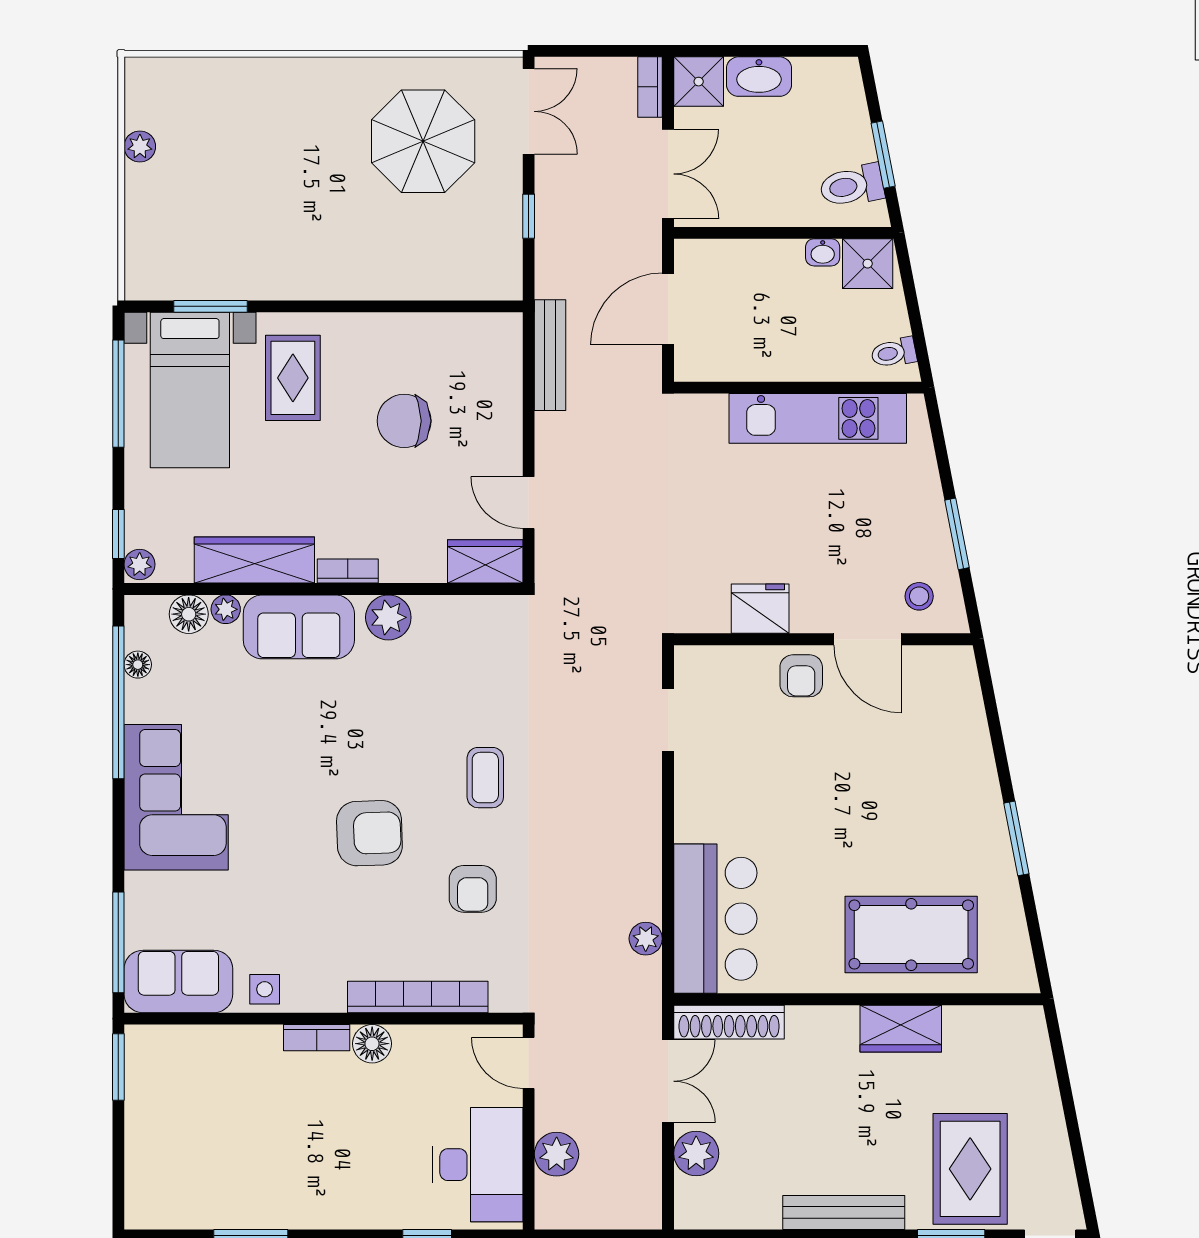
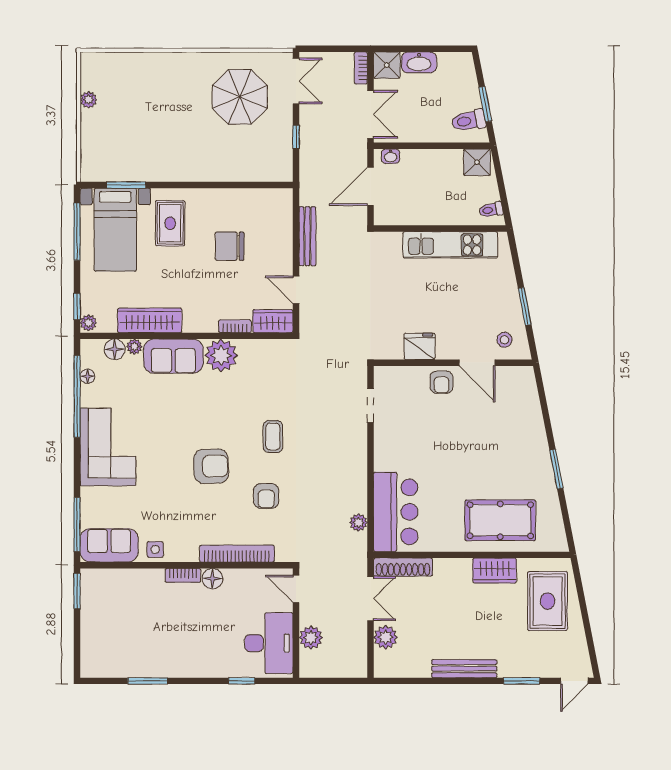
washbasin: (823, 252) -> (391, 156), moved
bench: (550, 355) -> (307, 236), moved
bookcase: (348, 571) -> (235, 326), moved
plant: (388, 617) -> (221, 355), width x1.36, depth x1.36
rug: (970, 1169) -> (548, 601), moved

